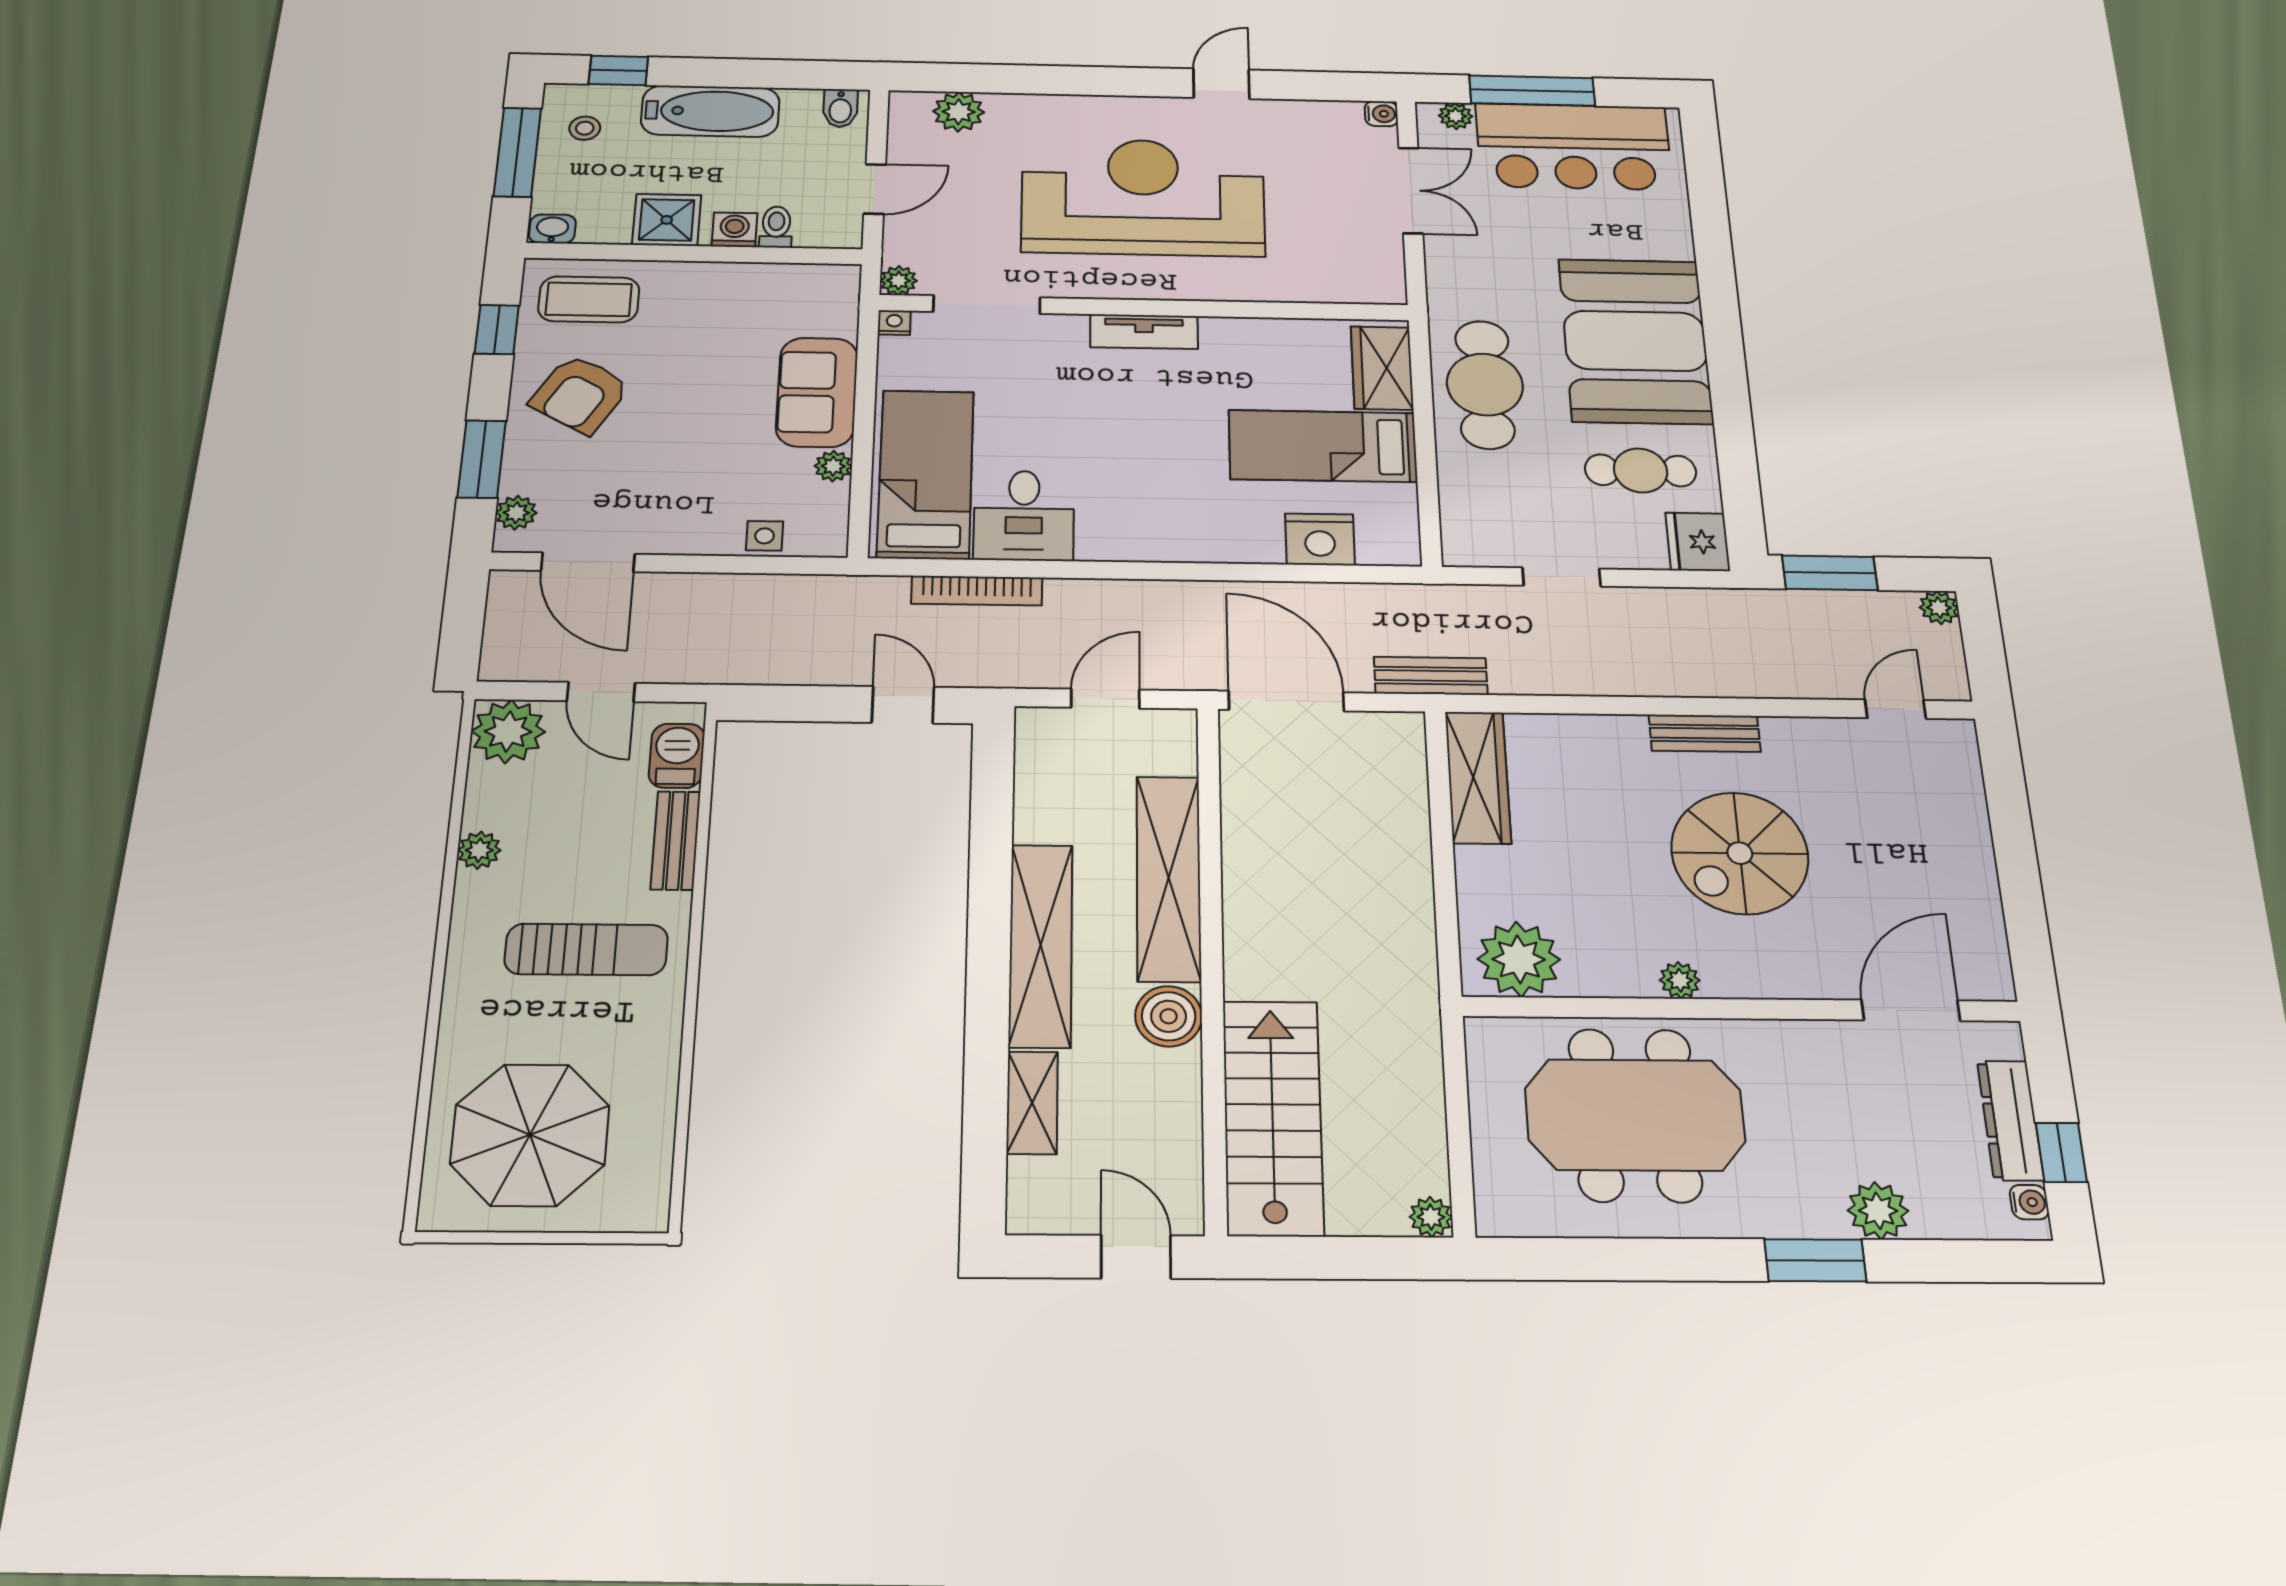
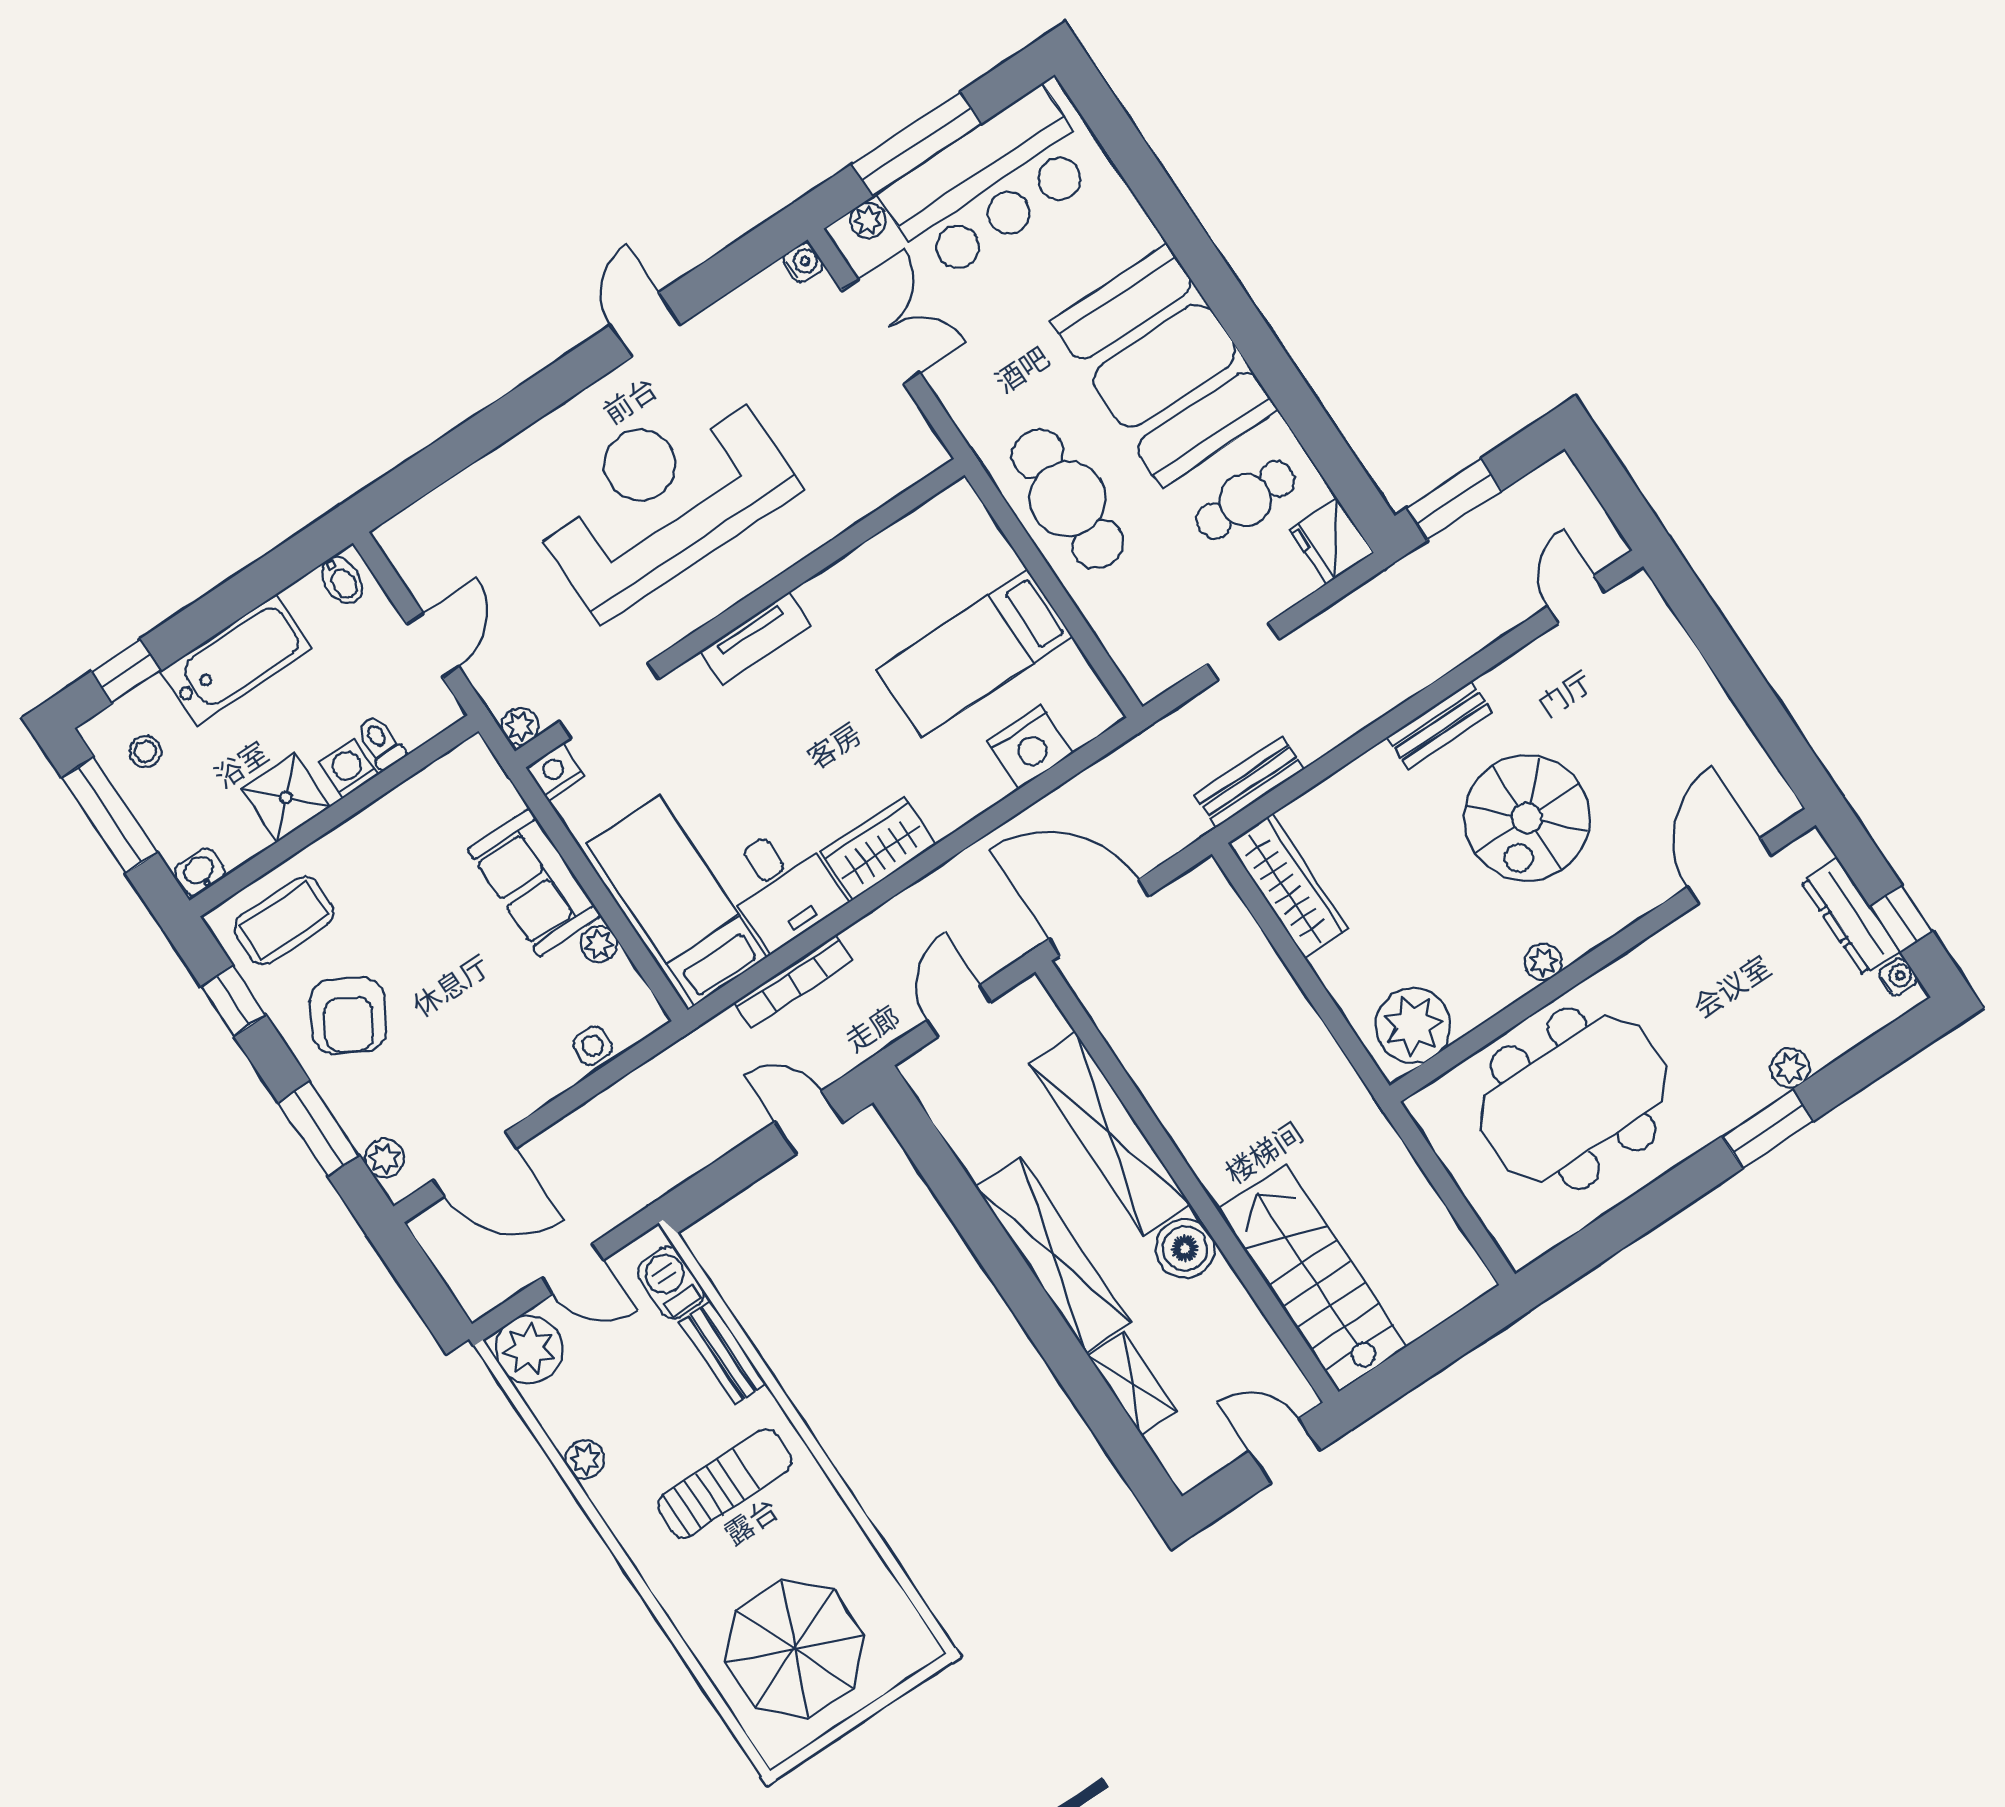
plant: (959, 112) -> (444, 514), removed
nightstand: (894, 323) -> (555, 772), width x1.39, depth x1.35
wardrobe: (1382, 368) -> (878, 848), moved, turned 90
plant: (1939, 608) -> (1559, 474), removed
bench: (1431, 676) -> (1249, 782), moved
plant: (1878, 1211) -> (1790, 1068), width x0.73, depth x0.73
plant: (1431, 1217) -> (1474, 1280), removed

